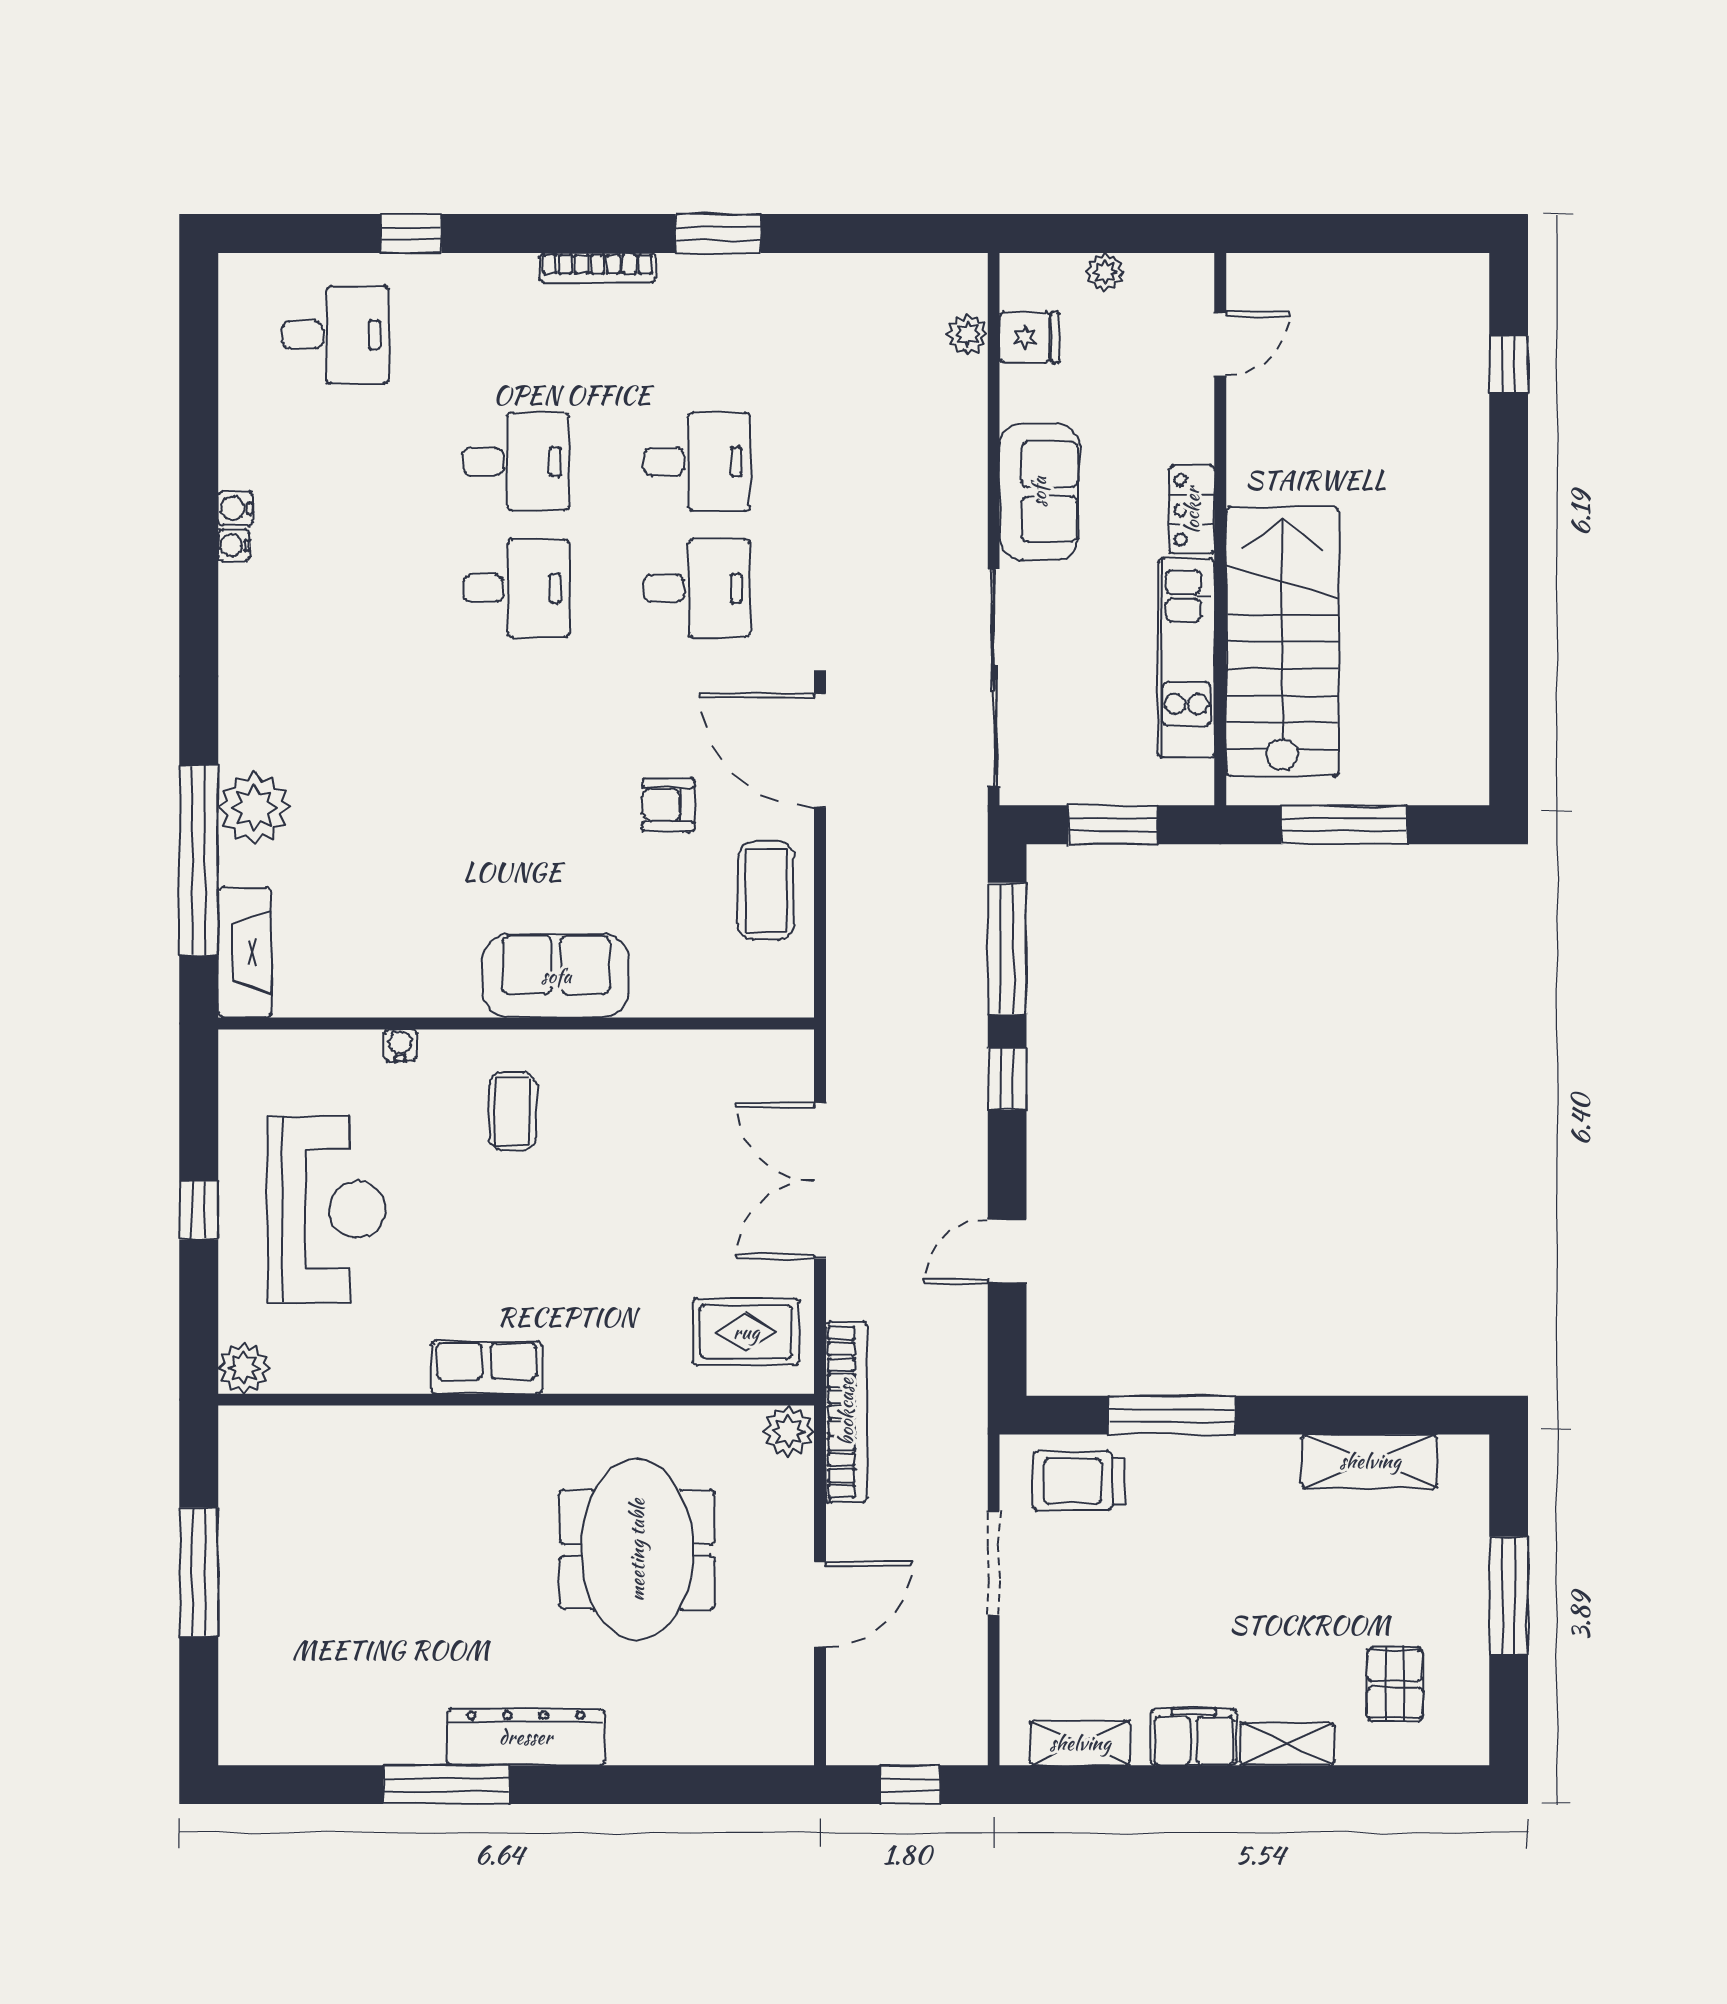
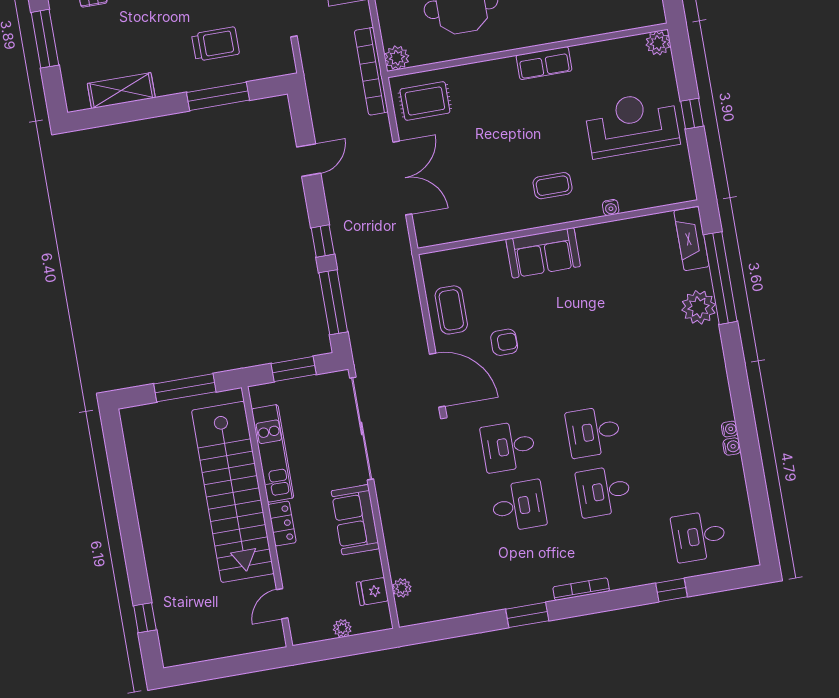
desk: (697, 462) -> (519, 506), turned 180
stairs: (1282, 642) -> (233, 492), width x1.36
coffee table: (513, 1111) -> (553, 186), turned 90
reception desk: (326, 1209) -> (632, 124), turned 90
trolley: (1079, 1481) -> (215, 44), moved

